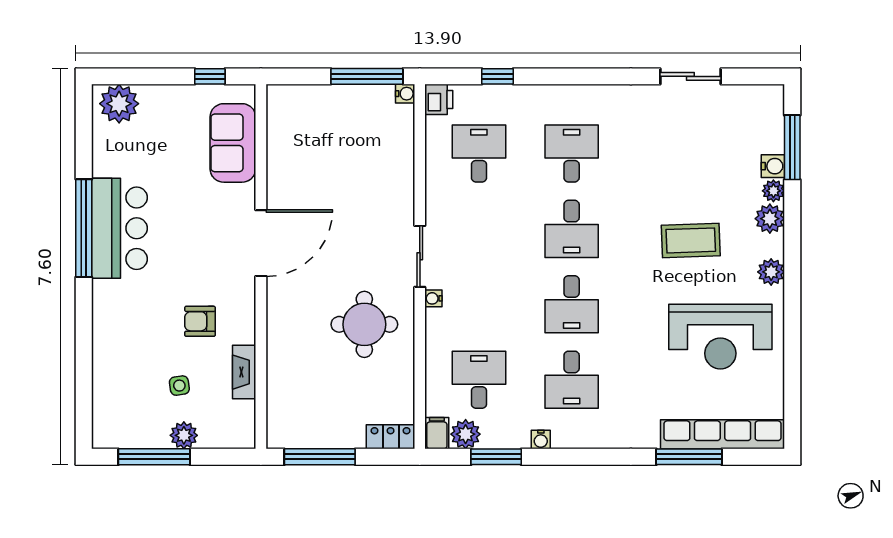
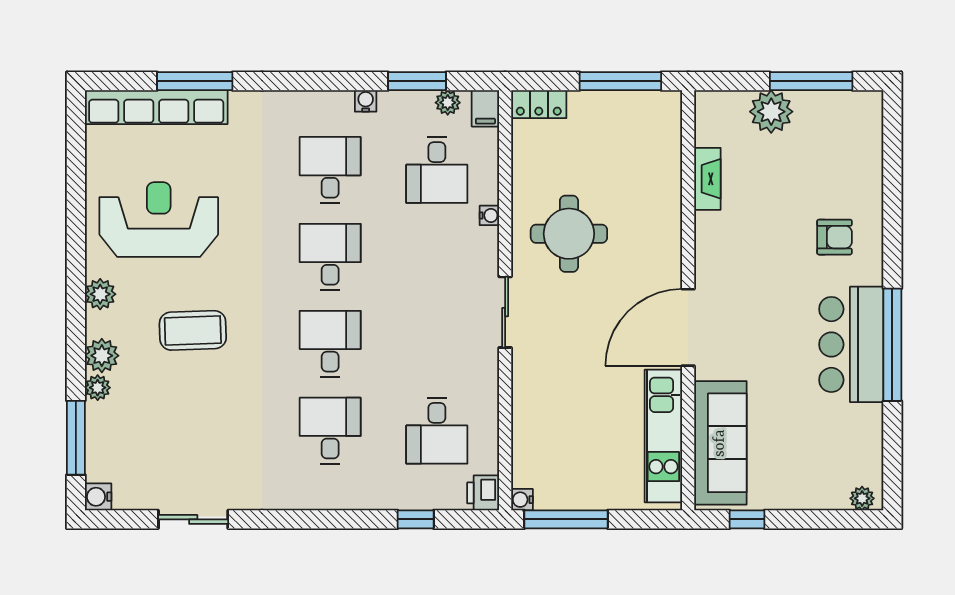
plant: (119, 104) -> (862, 498), width x0.53, depth x0.53
sofa: (233, 143) -> (720, 443), width x1.36
kitchen unit: (282, 149) -> (663, 436), added
desk: (572, 153) -> (330, 431), turned 180
water cooler: (773, 166) -> (98, 497), moved
water cooler: (433, 298) -> (489, 215), moved
armchair: (200, 321) -> (834, 237), moved
side table: (179, 386) -> (782, 163), removed
plant: (466, 434) -> (448, 103), width x0.73, depth x0.73
plant: (184, 435) -> (771, 112), width x1.36, depth x1.36

